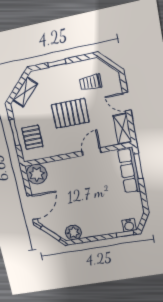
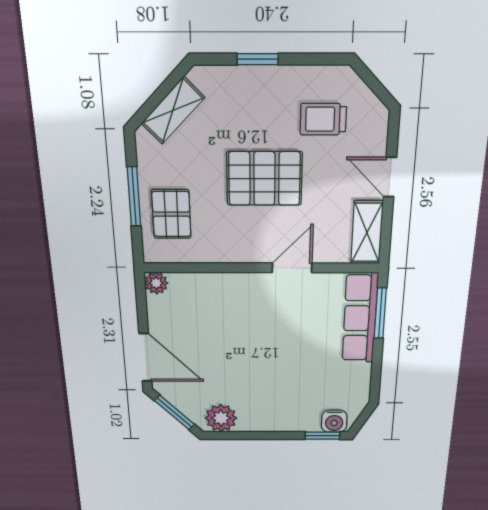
plant: (37, 174) -> (156, 283), width x0.53, depth x0.53
door: (32, 207) -> (145, 358), hinge flipped

